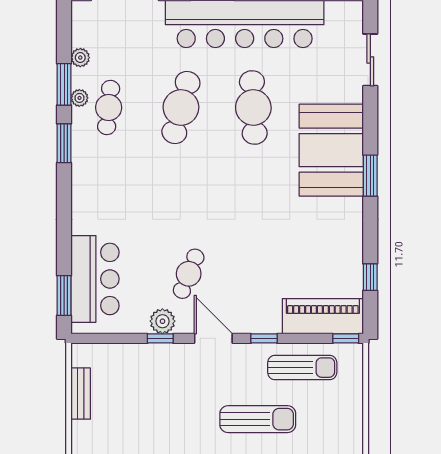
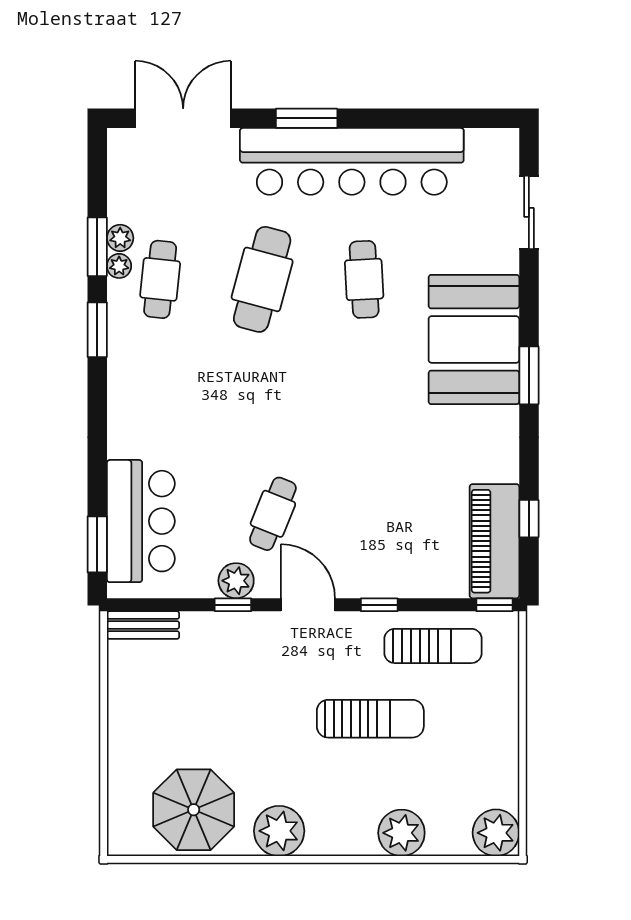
plant: (80, 58) -> (120, 238), moved
cafe table: (253, 107) -> (364, 279), width x0.73, depth x0.74
piano: (323, 316) -> (494, 541), moved, turned -90
bench: (81, 394) -> (143, 625), moved, turned 90

